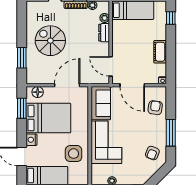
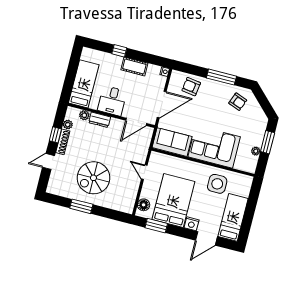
window: (171, 18) -> (119, 51), moved
desk: (124, 40) -> (112, 101), added
window: (22, 58) -> (81, 206), moved
door: (67, 85) -> (144, 172), width x0.53

